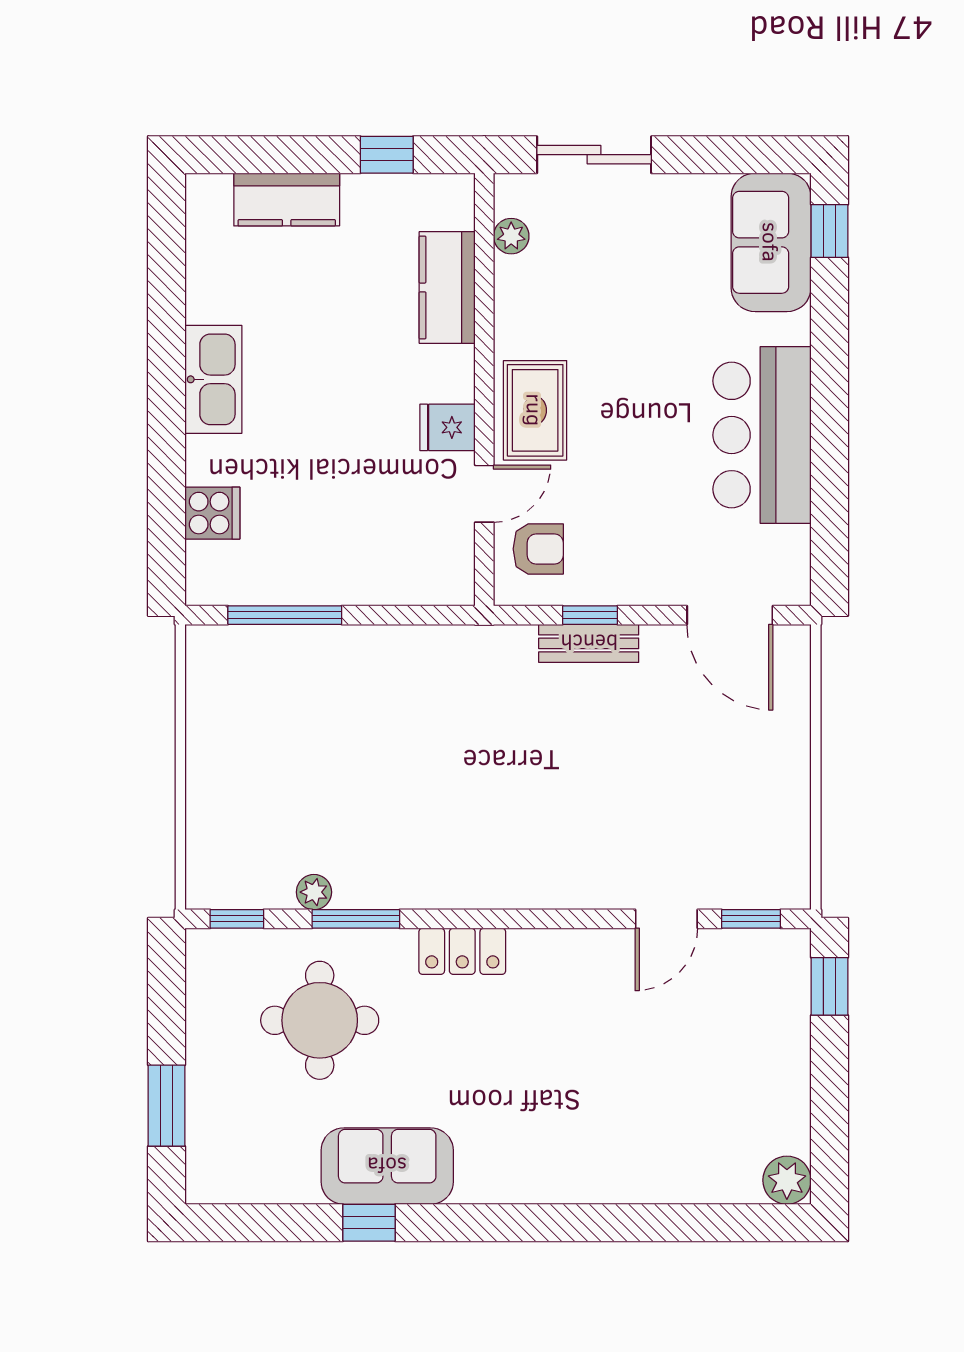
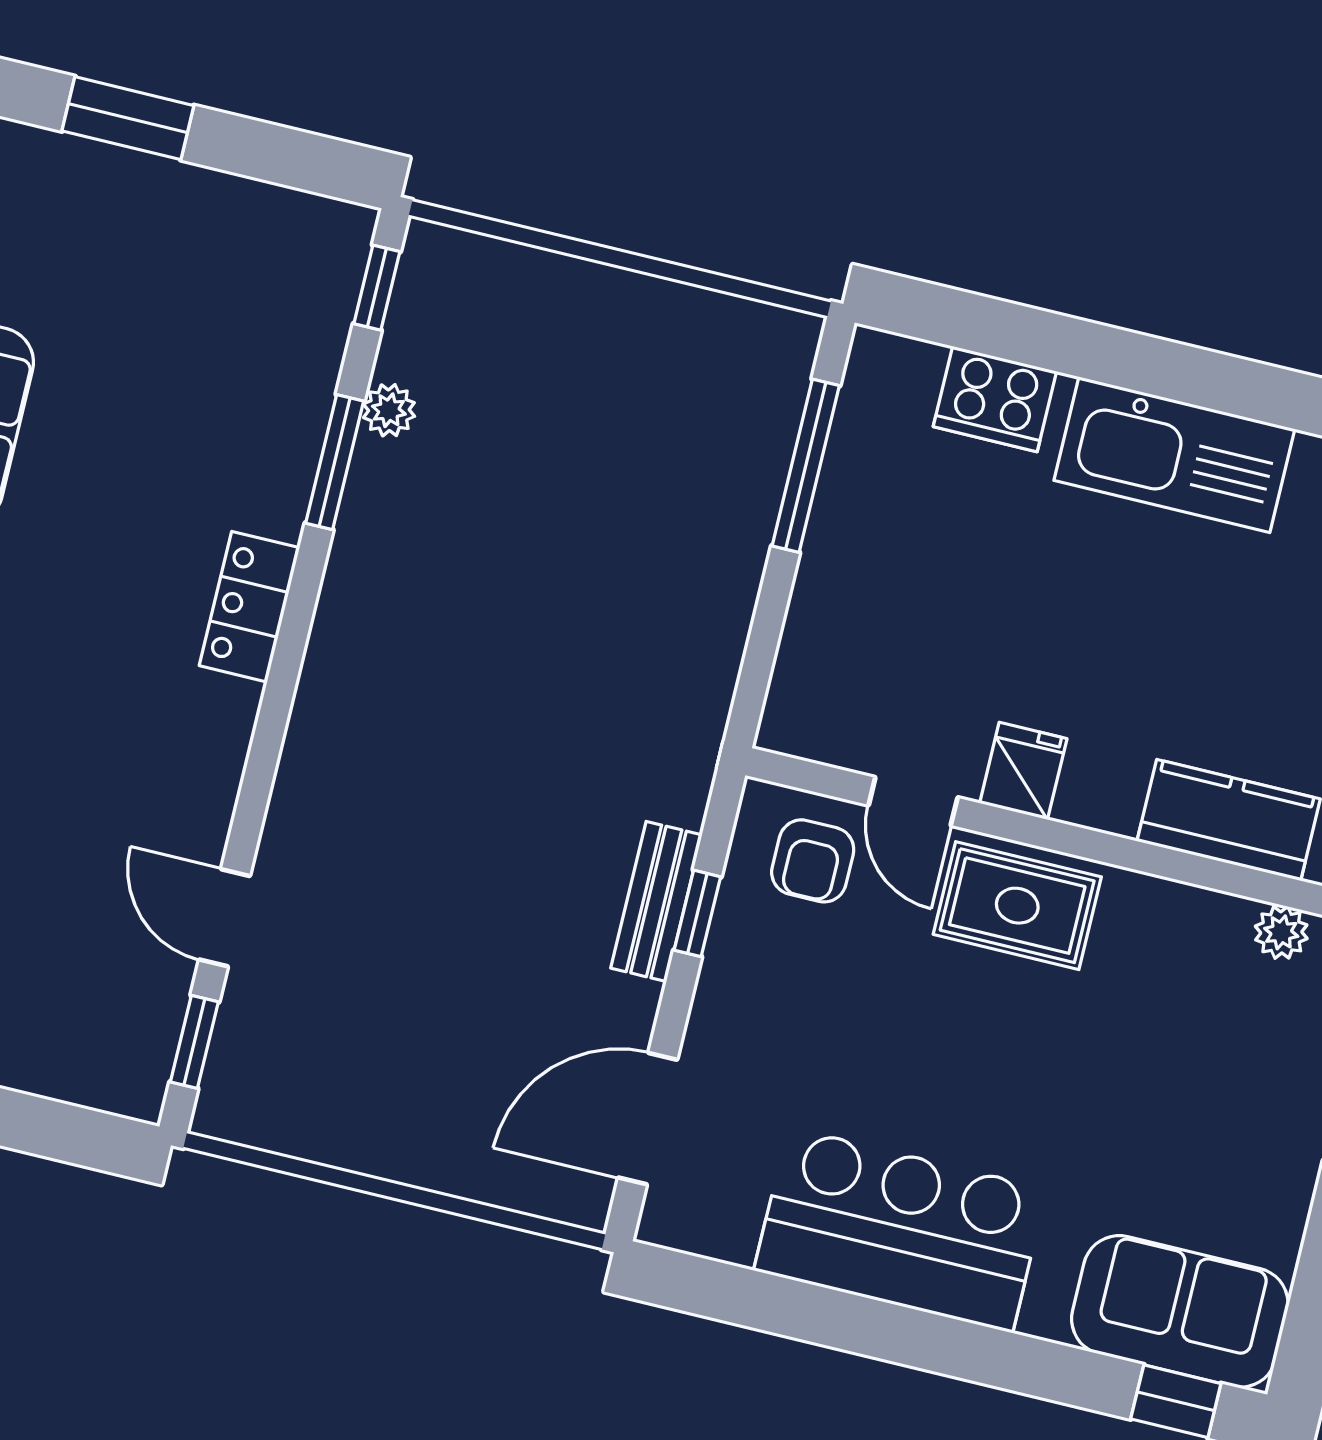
kitchen sink: (213, 379) -> (1174, 455), width x1.36, depth x1.24
cooker: (212, 513) -> (995, 399), width x1.36
window: (830, 986) -> (68, 1133), removed
round table: (320, 1020) -> (199, 373), removed

